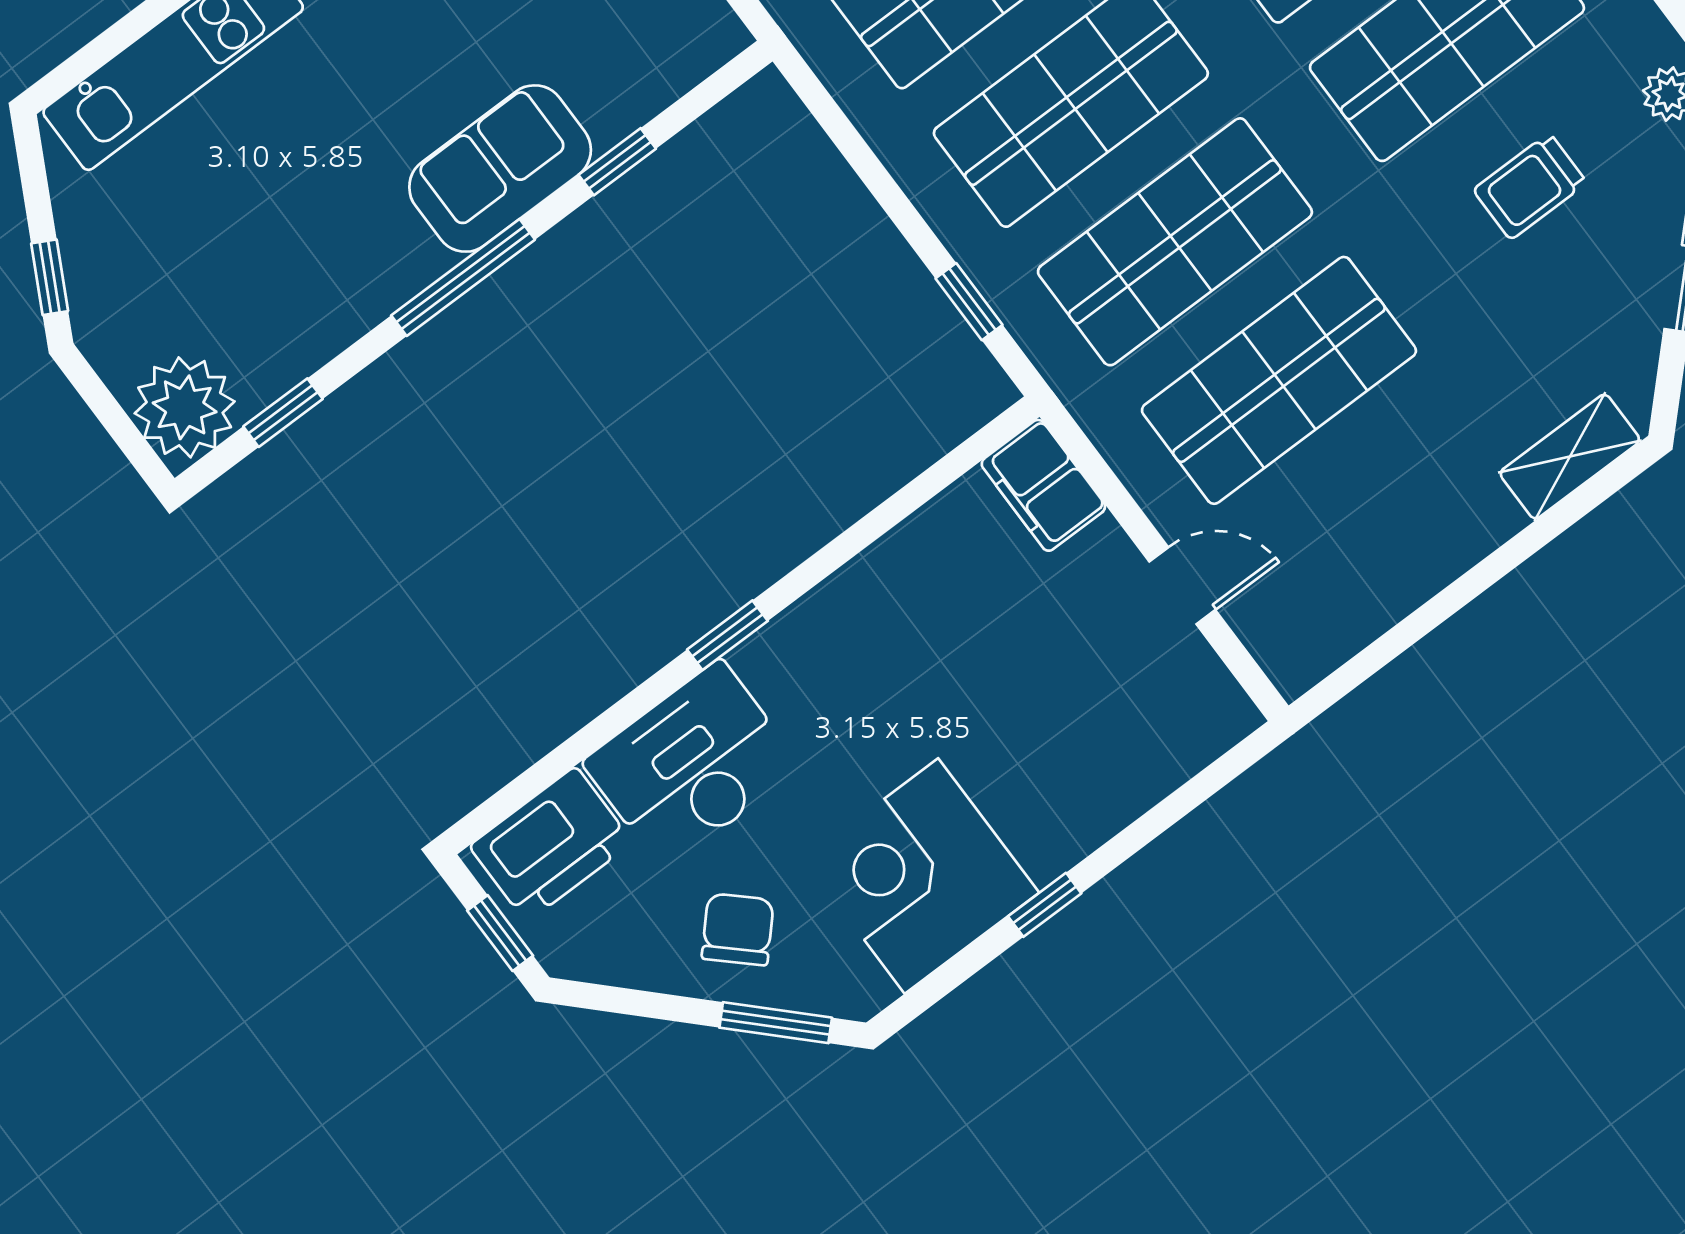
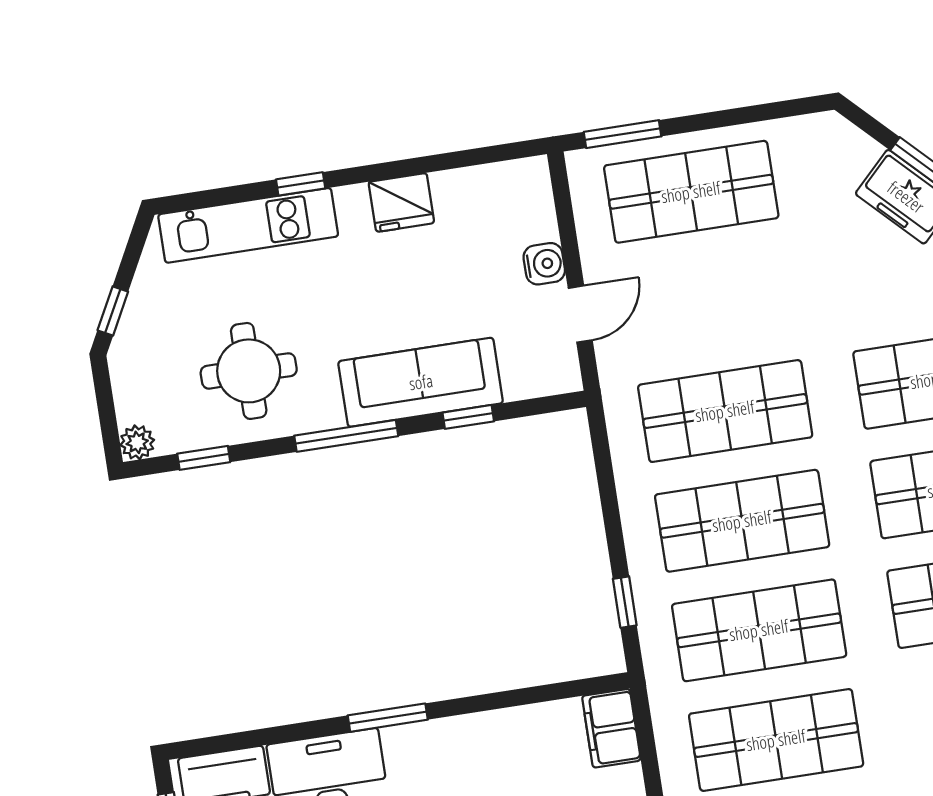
sofa: (500, 169) -> (421, 382), width x1.36
round table: (281, 260) -> (249, 371), added
plant: (185, 407) -> (137, 442), width x0.53, depth x0.53
window: (727, 635) -> (388, 718), width x1.50

